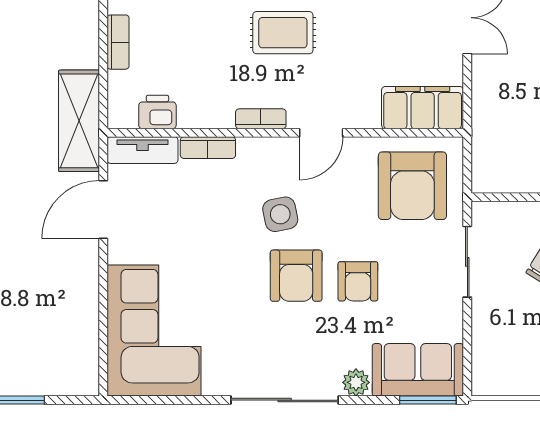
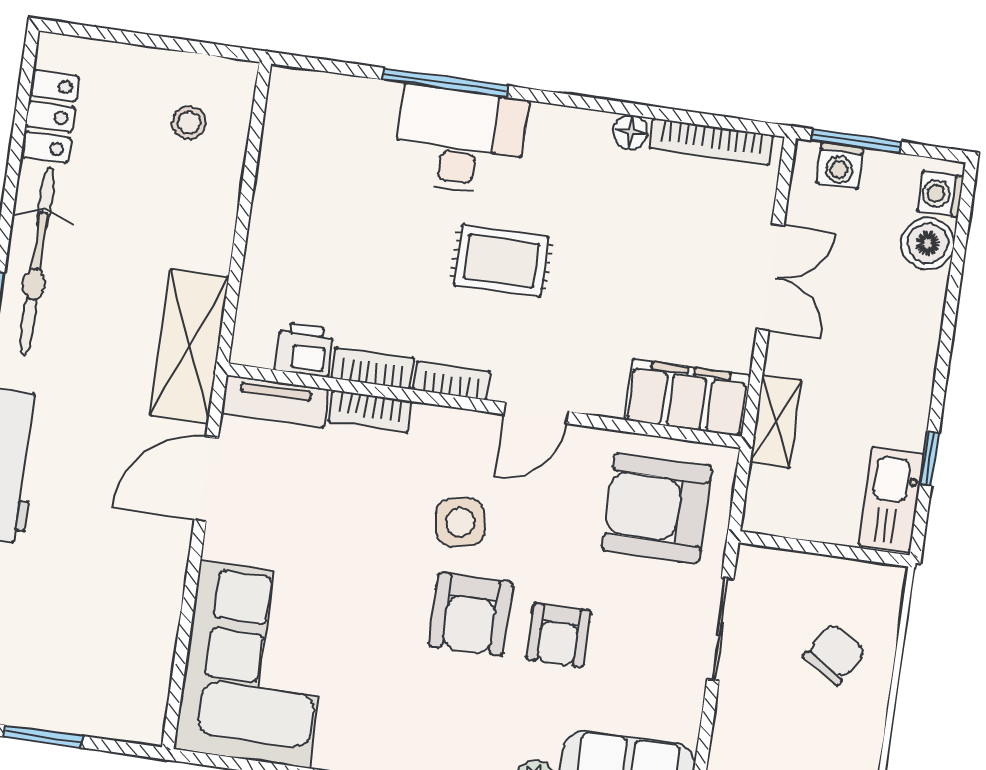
bookcase: (118, 42) -> (373, 368), moved, turned -90
shelving: (485, 115) -> (776, 421), added
armchair: (412, 186) -> (657, 508), turned 90

